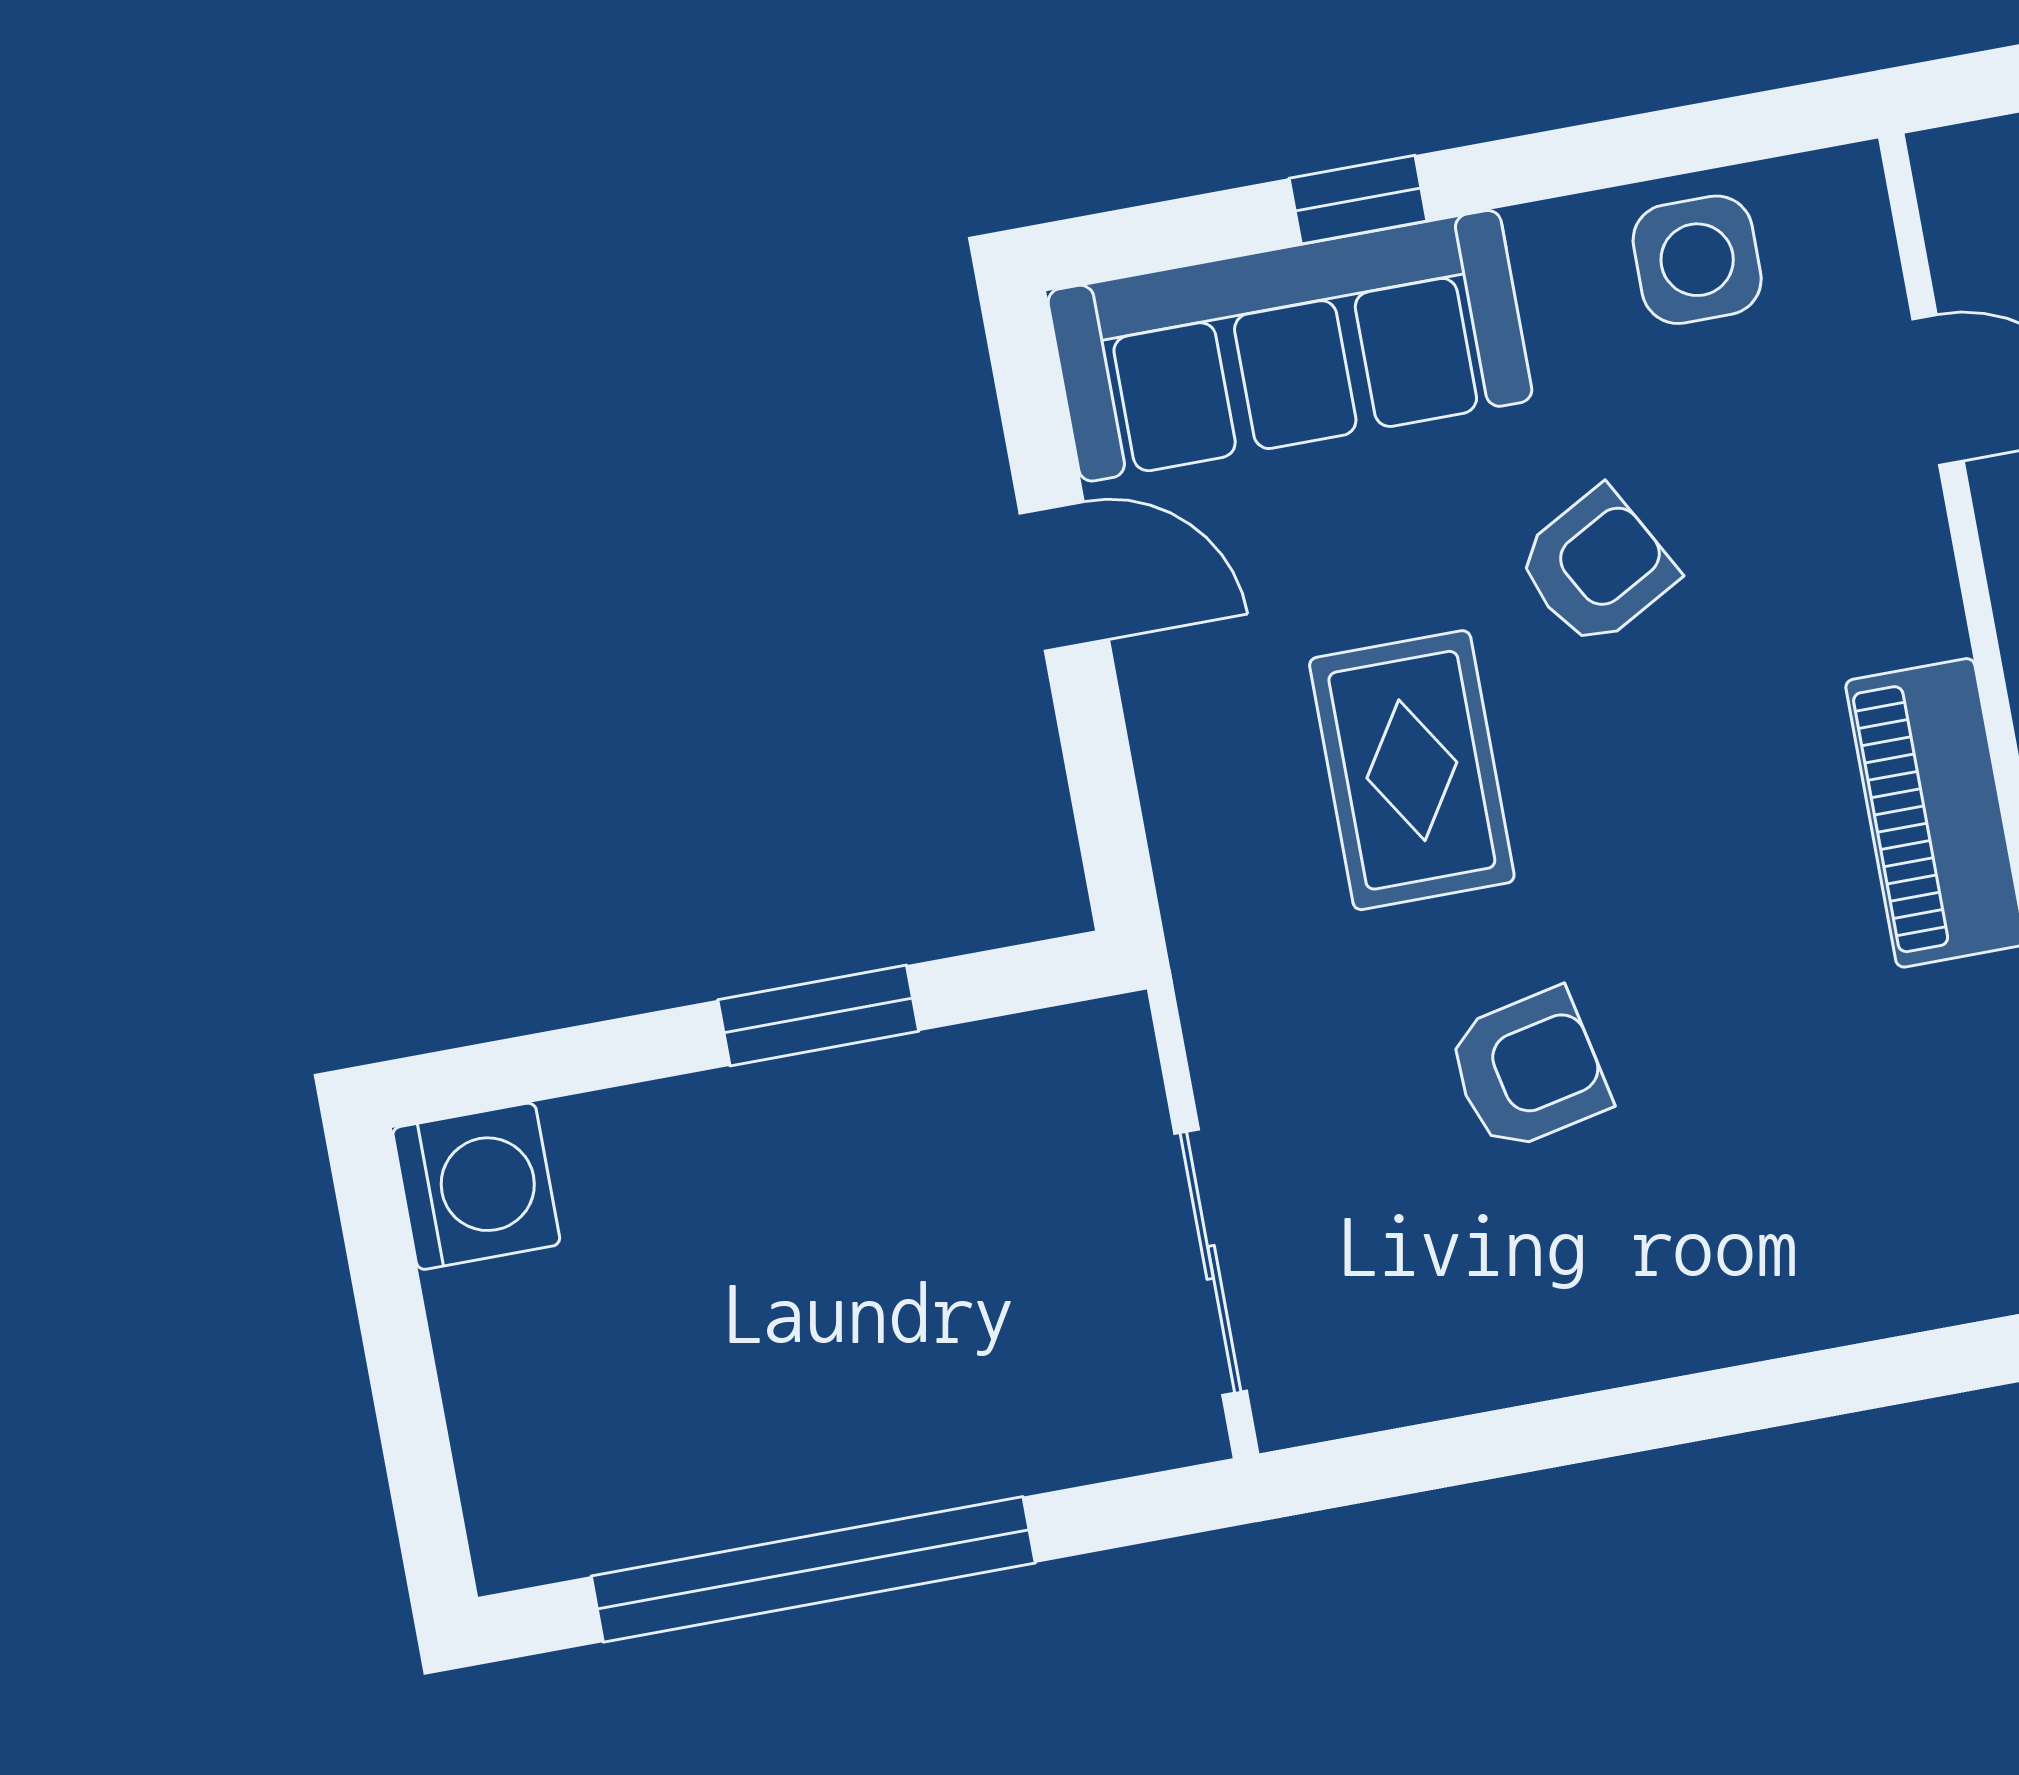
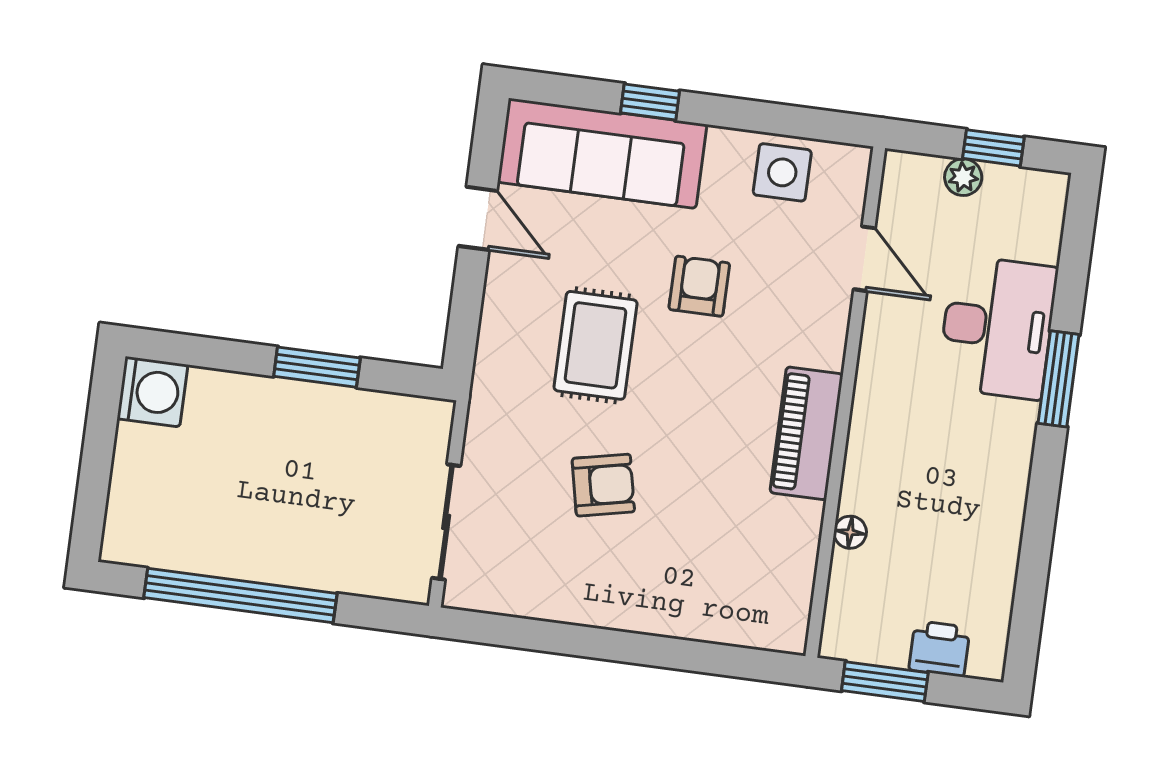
armchair: (1596, 567) -> (699, 286), turned -61

